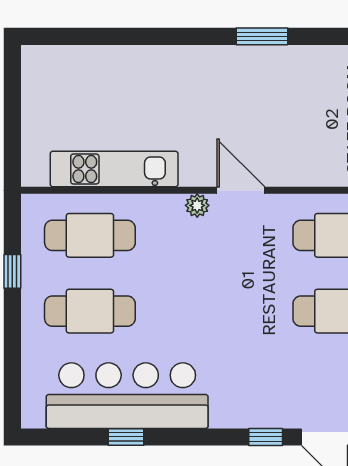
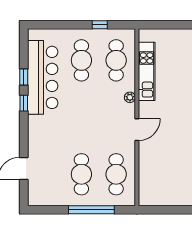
plant: (197, 205) -> (130, 97), moved
window: (266, 437) -> (24, 103), moved

